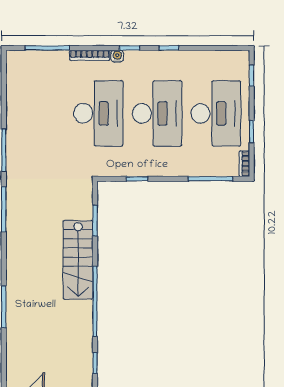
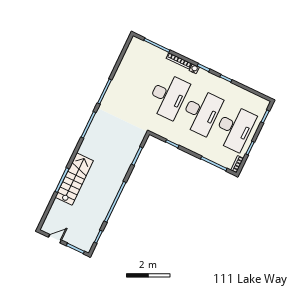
stairs: (78, 260) -> (74, 179), moved, turned 180

